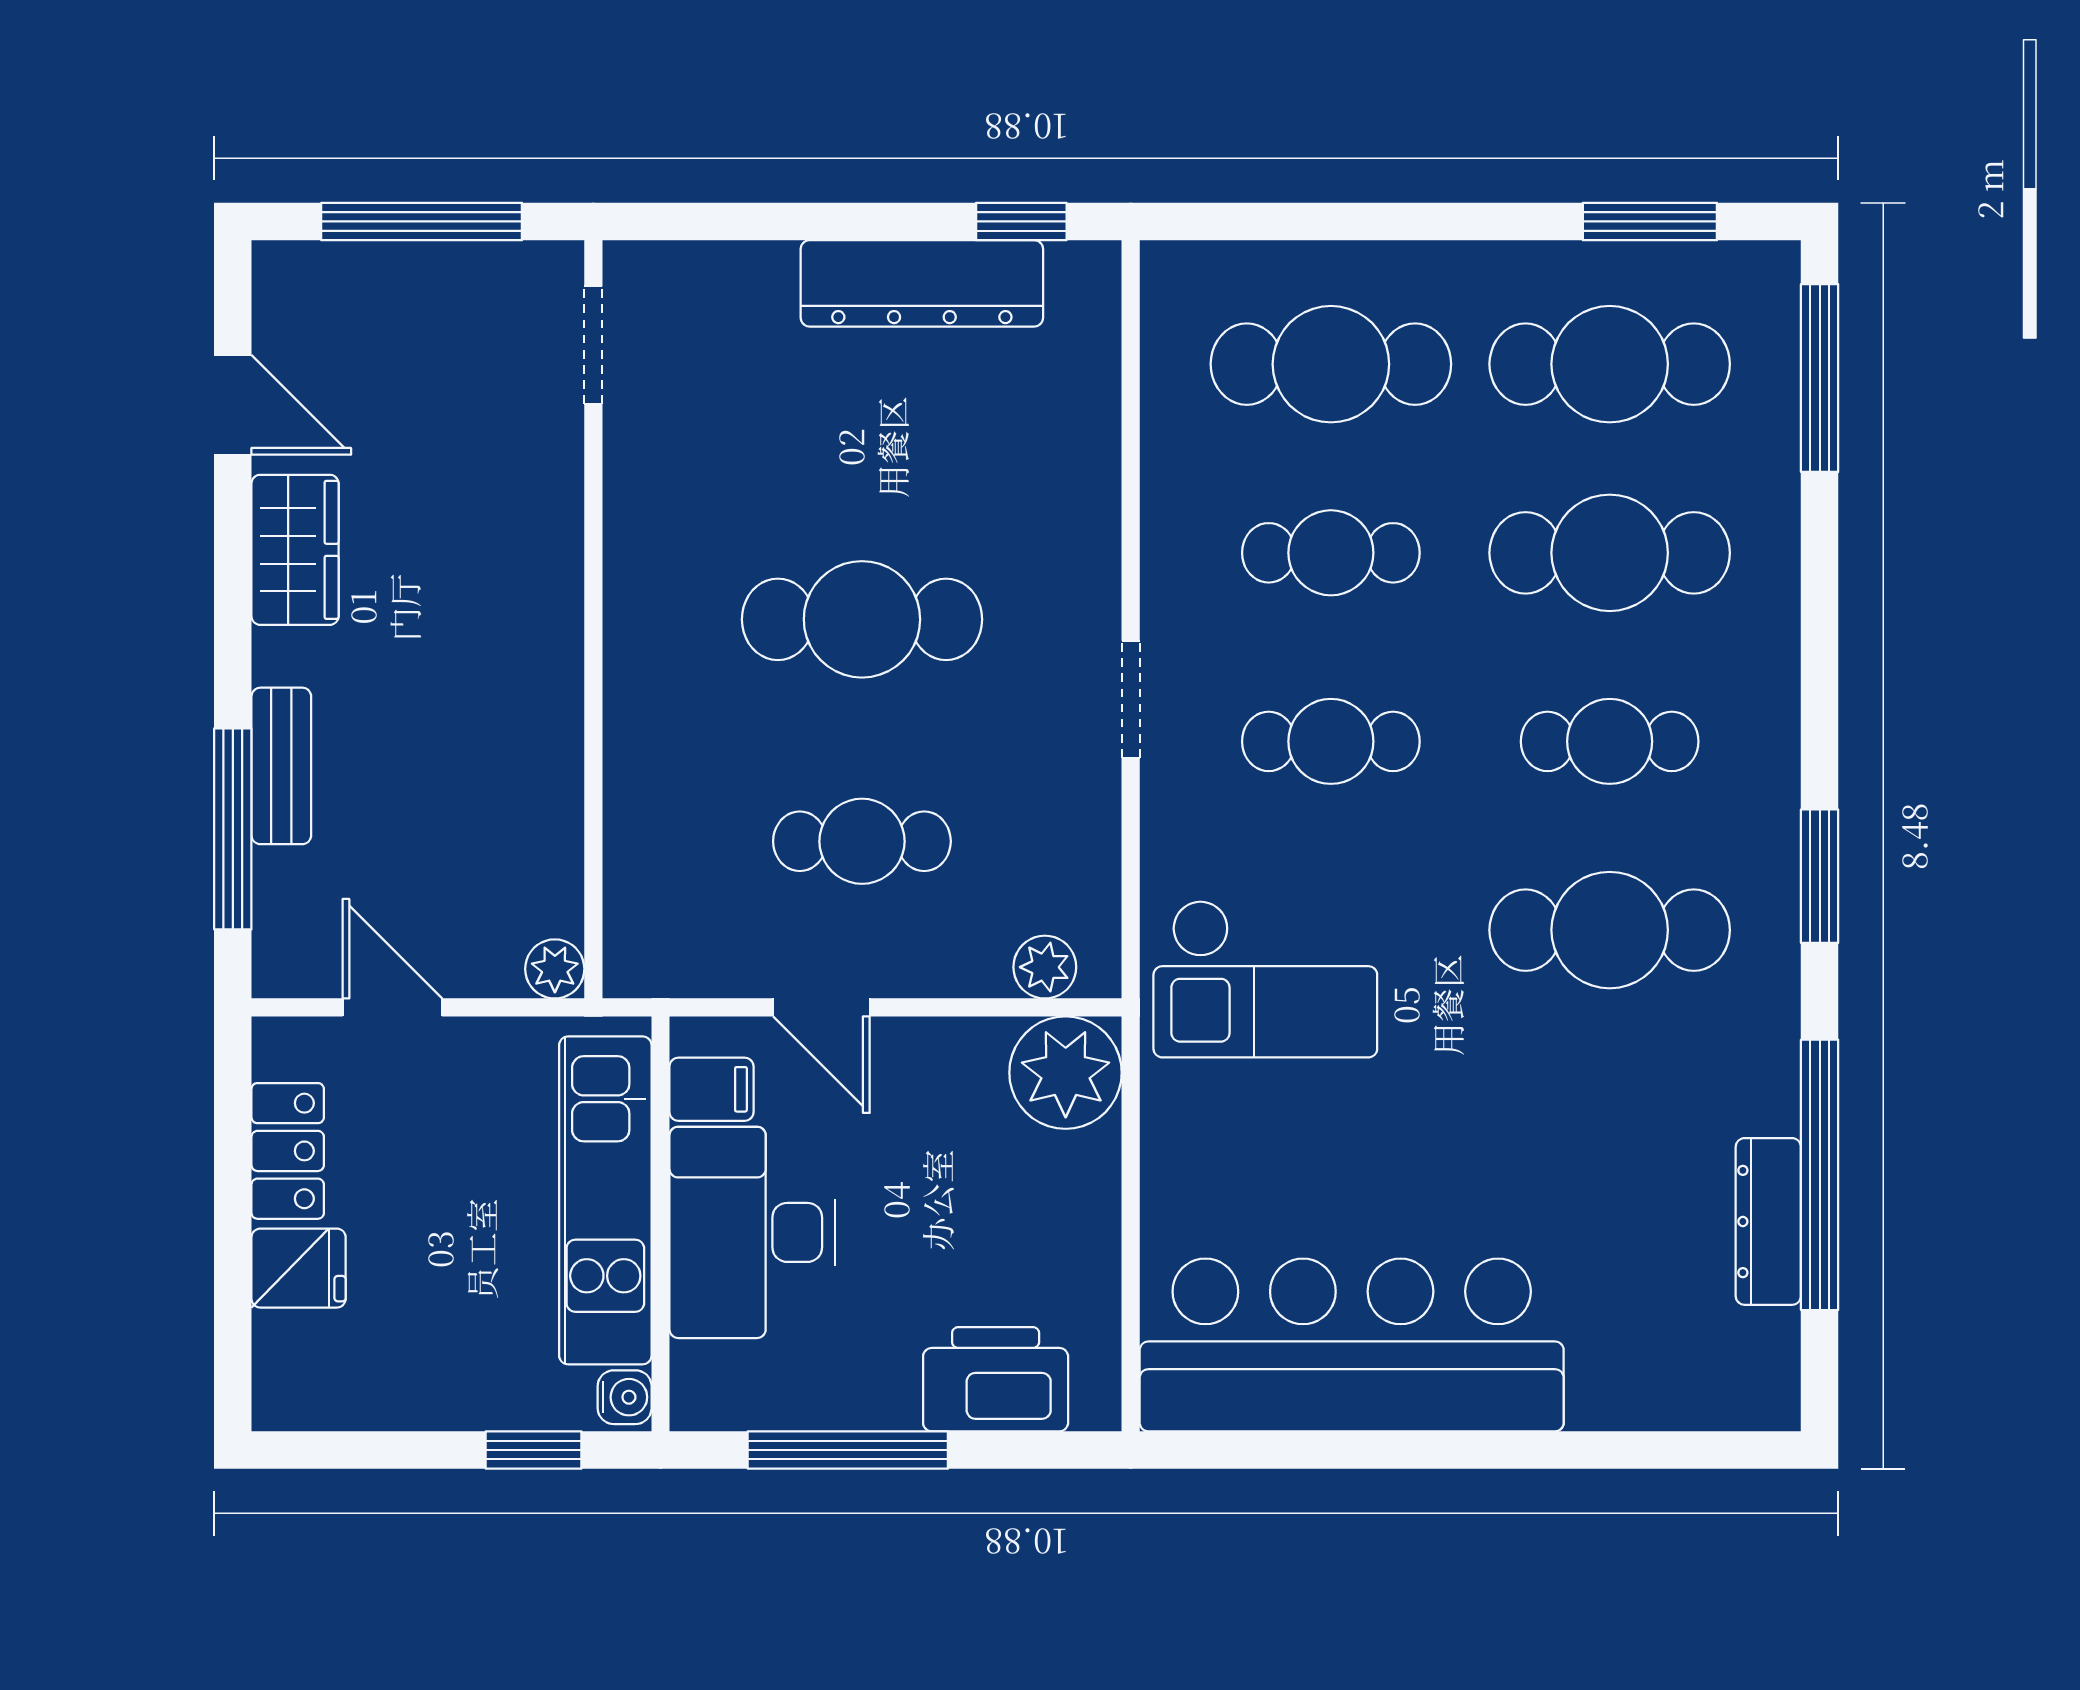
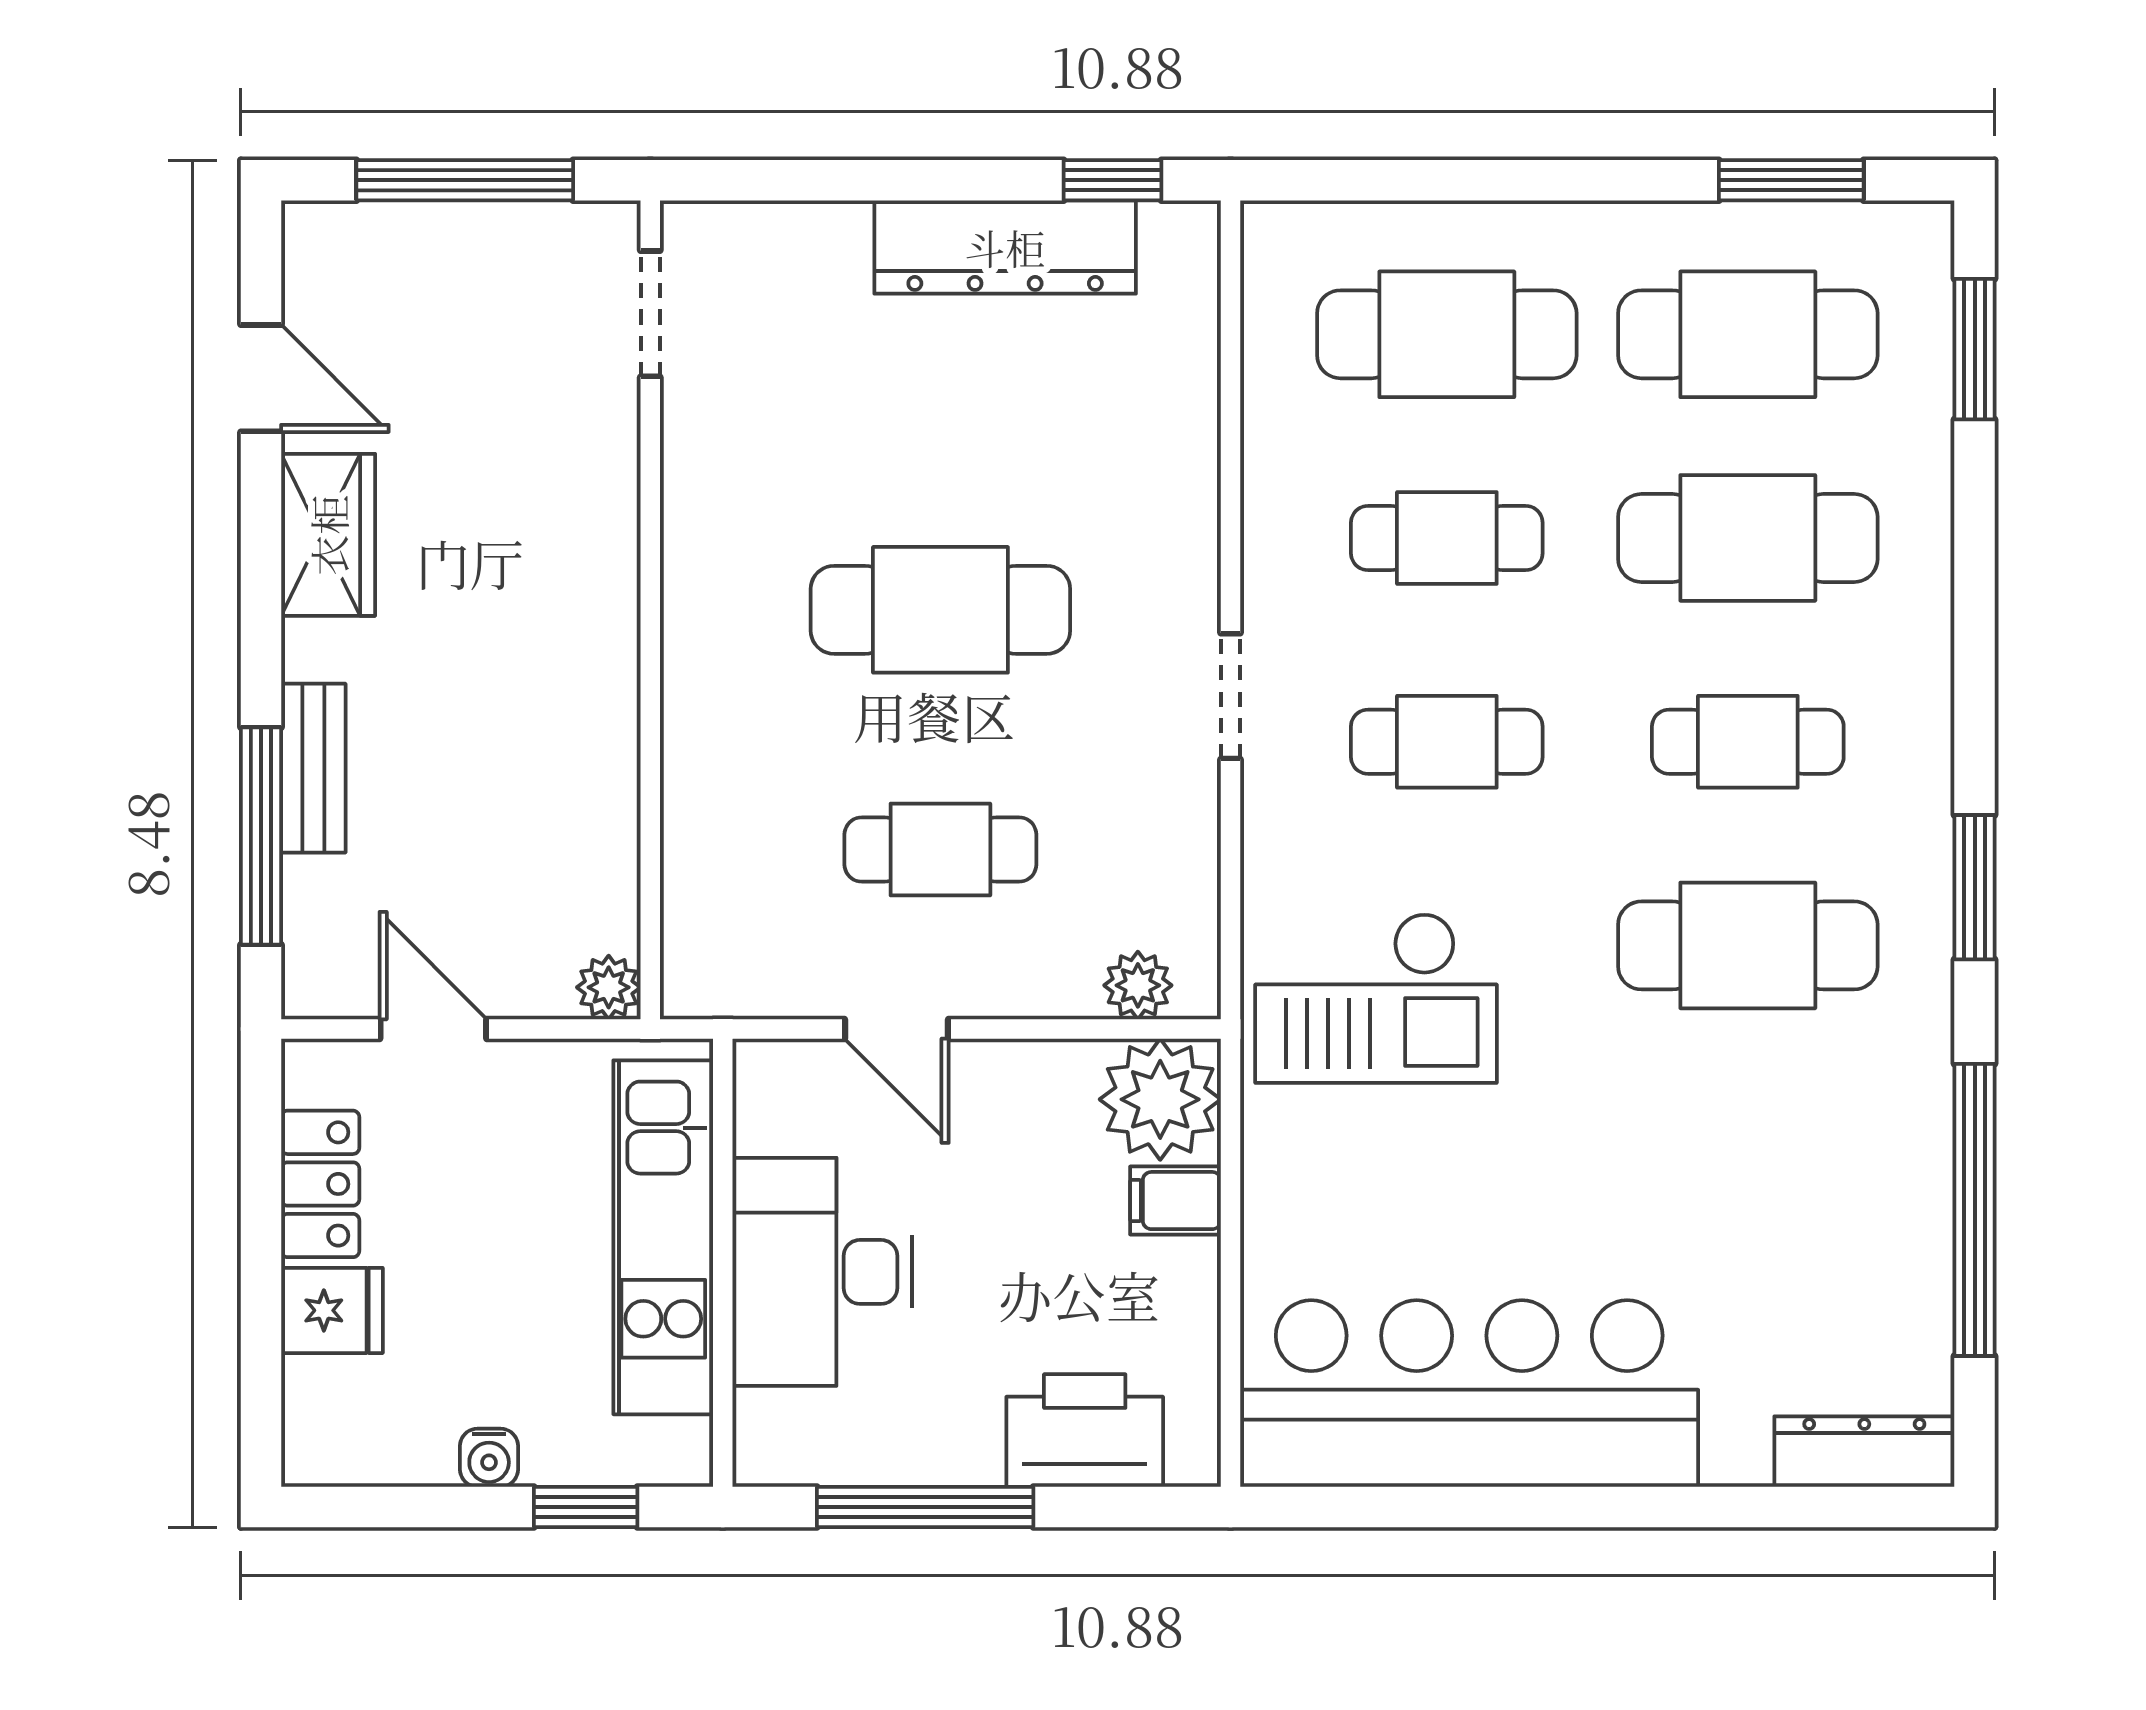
window: (1820, 378) -> (1975, 349), width x0.69
filing cabinet: (711, 1089) -> (1175, 1201), moved, turned 180
dresser: (1768, 1221) -> (1864, 1452), moved, turned 90
water cooler: (625, 1397) -> (489, 1458), moved, turned 90

